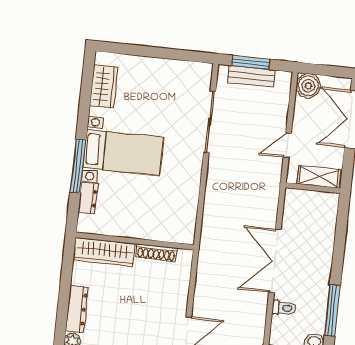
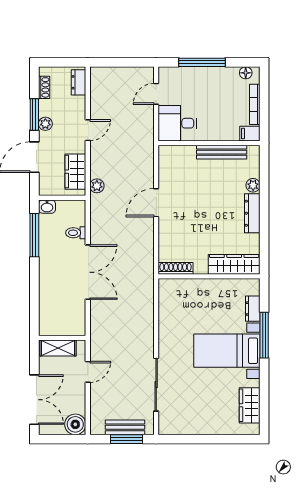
shoe rack: (156, 253) -> (176, 268), moved

